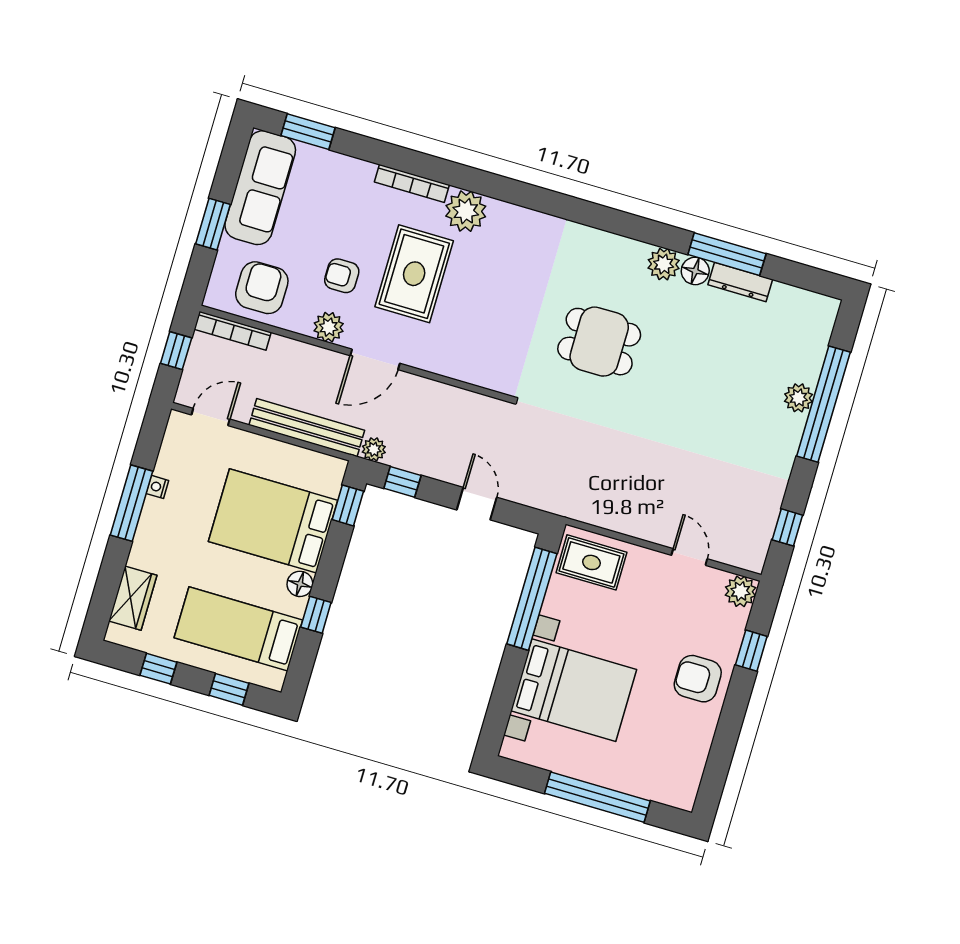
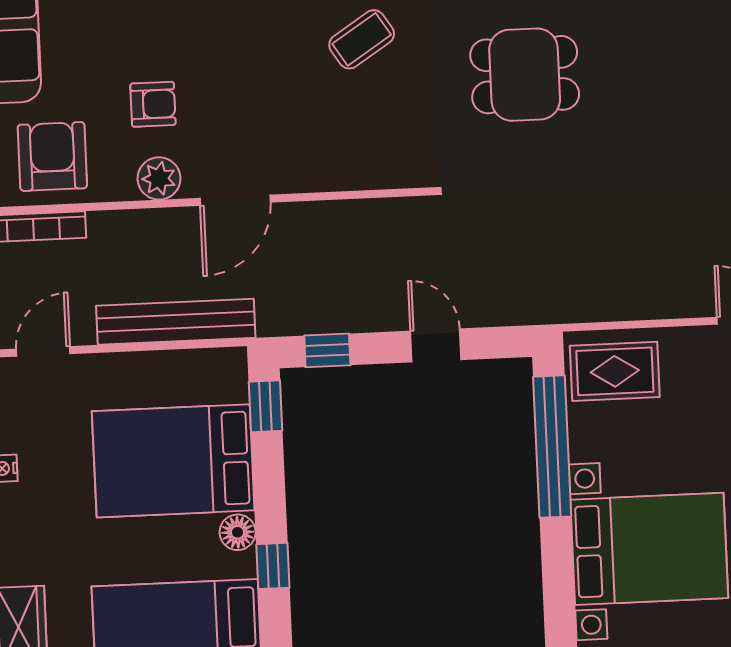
rug: (414, 274) -> (248, 69), removed
armchair: (342, 276) -> (153, 104), turned 180
coffee table: (497, 280) -> (362, 39), added
plant: (374, 449) -> (274, 320), removed

